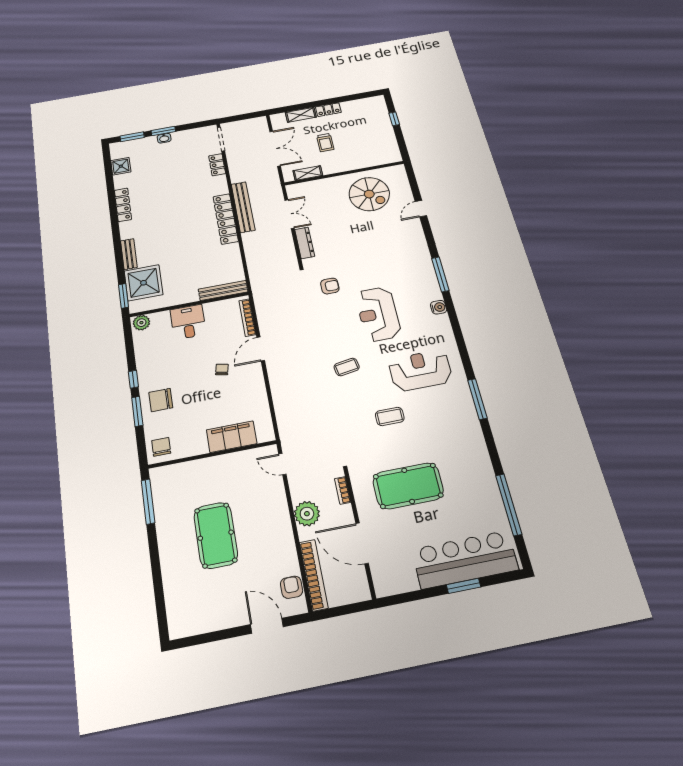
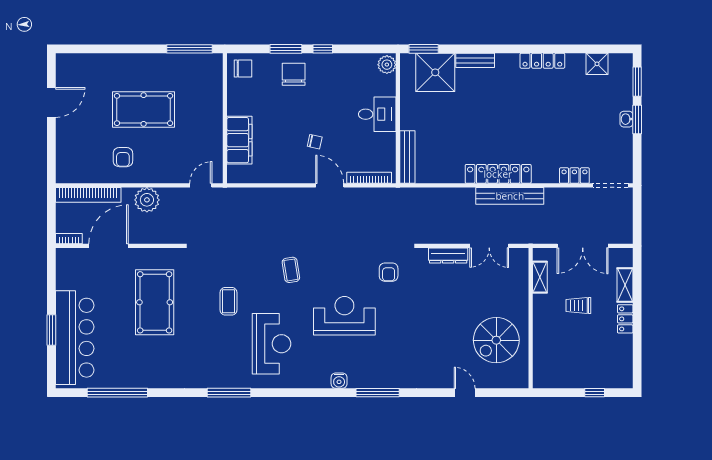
bookcase: (343, 490) -> (69, 239), moved
armchair: (292, 587) -> (123, 157), moved, turned 90
door: (267, 626) -> (51, 102), moved

